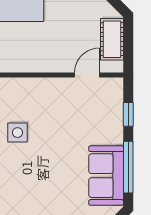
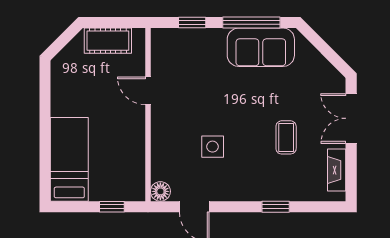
door: (87, 75) -> (148, 91), moved
coffee table: (26, 198) -> (286, 137), added

